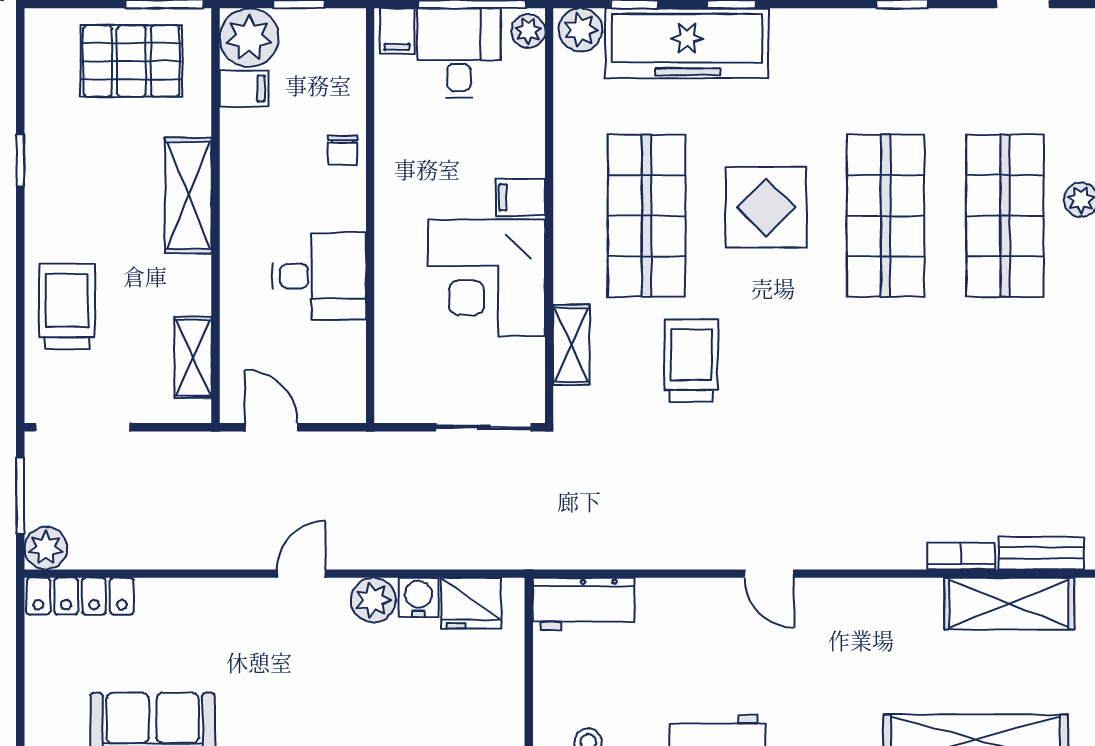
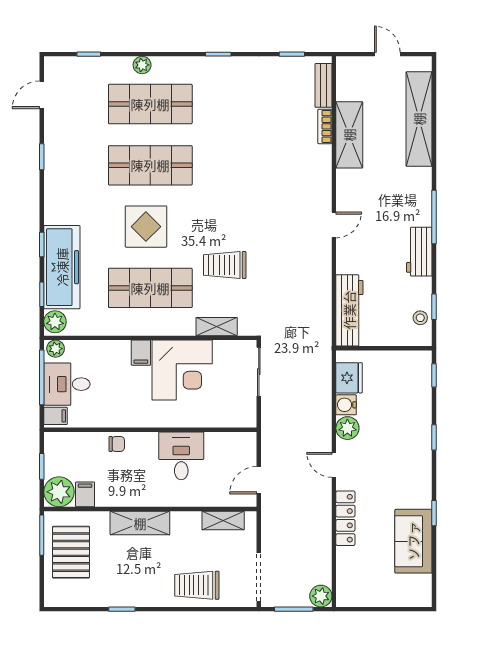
locker: (80, 596) -> (345, 518), moved
workbench: (584, 604) -> (349, 310), width x1.38
shelving: (1009, 604) -> (349, 135), moved

